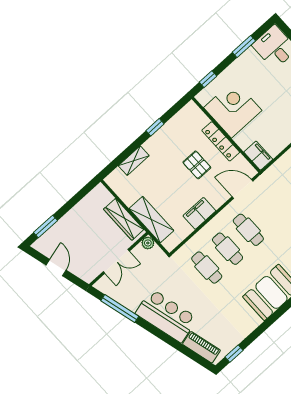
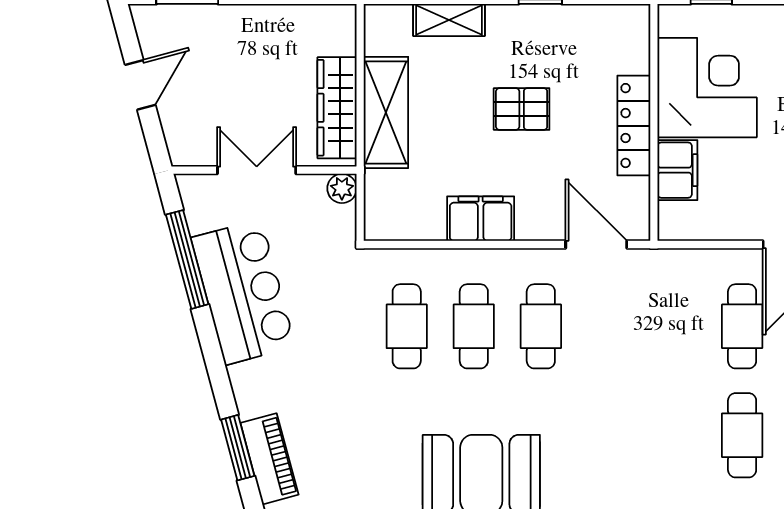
filing cabinet: (258, 156) -> (677, 170), moved
pallet: (197, 165) -> (522, 109), moved, turned 90
shelving: (151, 220) -> (386, 112), moved
double door: (116, 261) -> (257, 170), swing flipped
bar counter: (166, 316) -> (243, 292), moved
window: (188, 353) -> (238, 448), added

